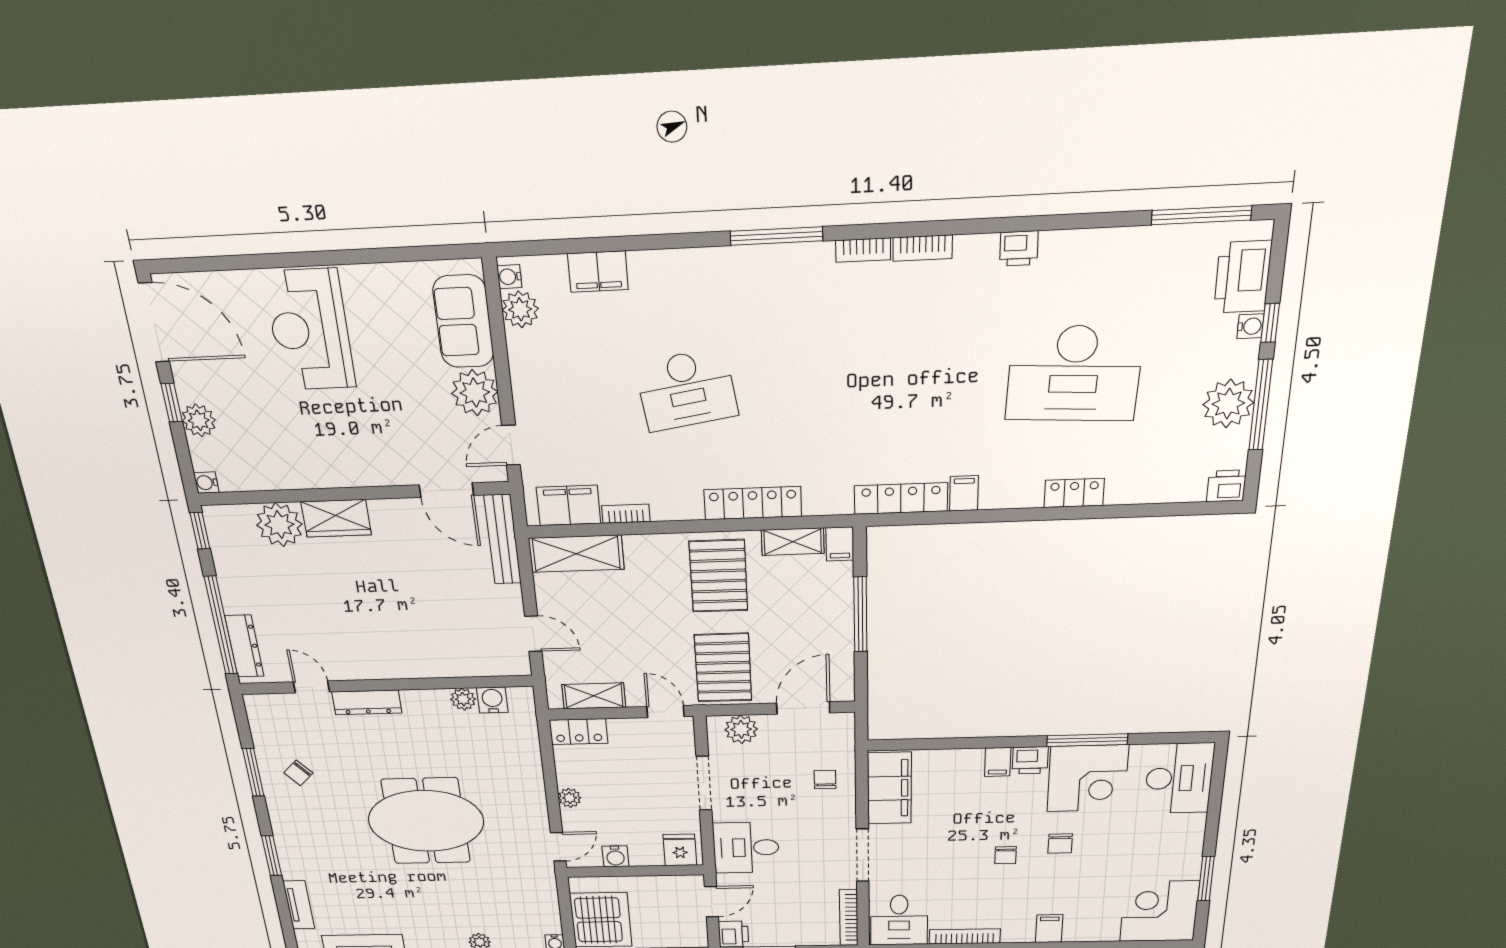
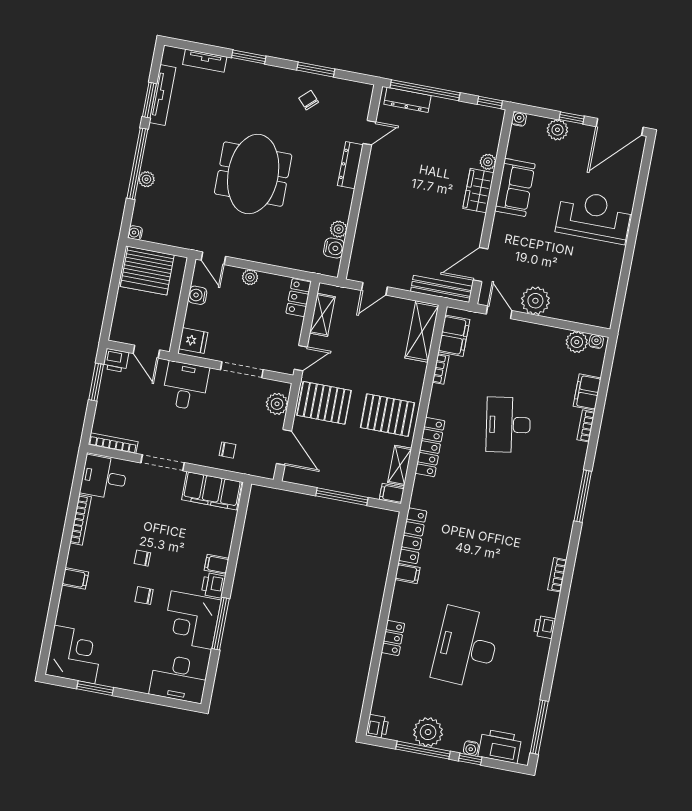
bookcase: (863, 250) -> (586, 426), moved
sofa: (463, 322) -> (515, 187), moved, turned 90
plant: (279, 525) -> (488, 162), width x0.53, depth x0.53

